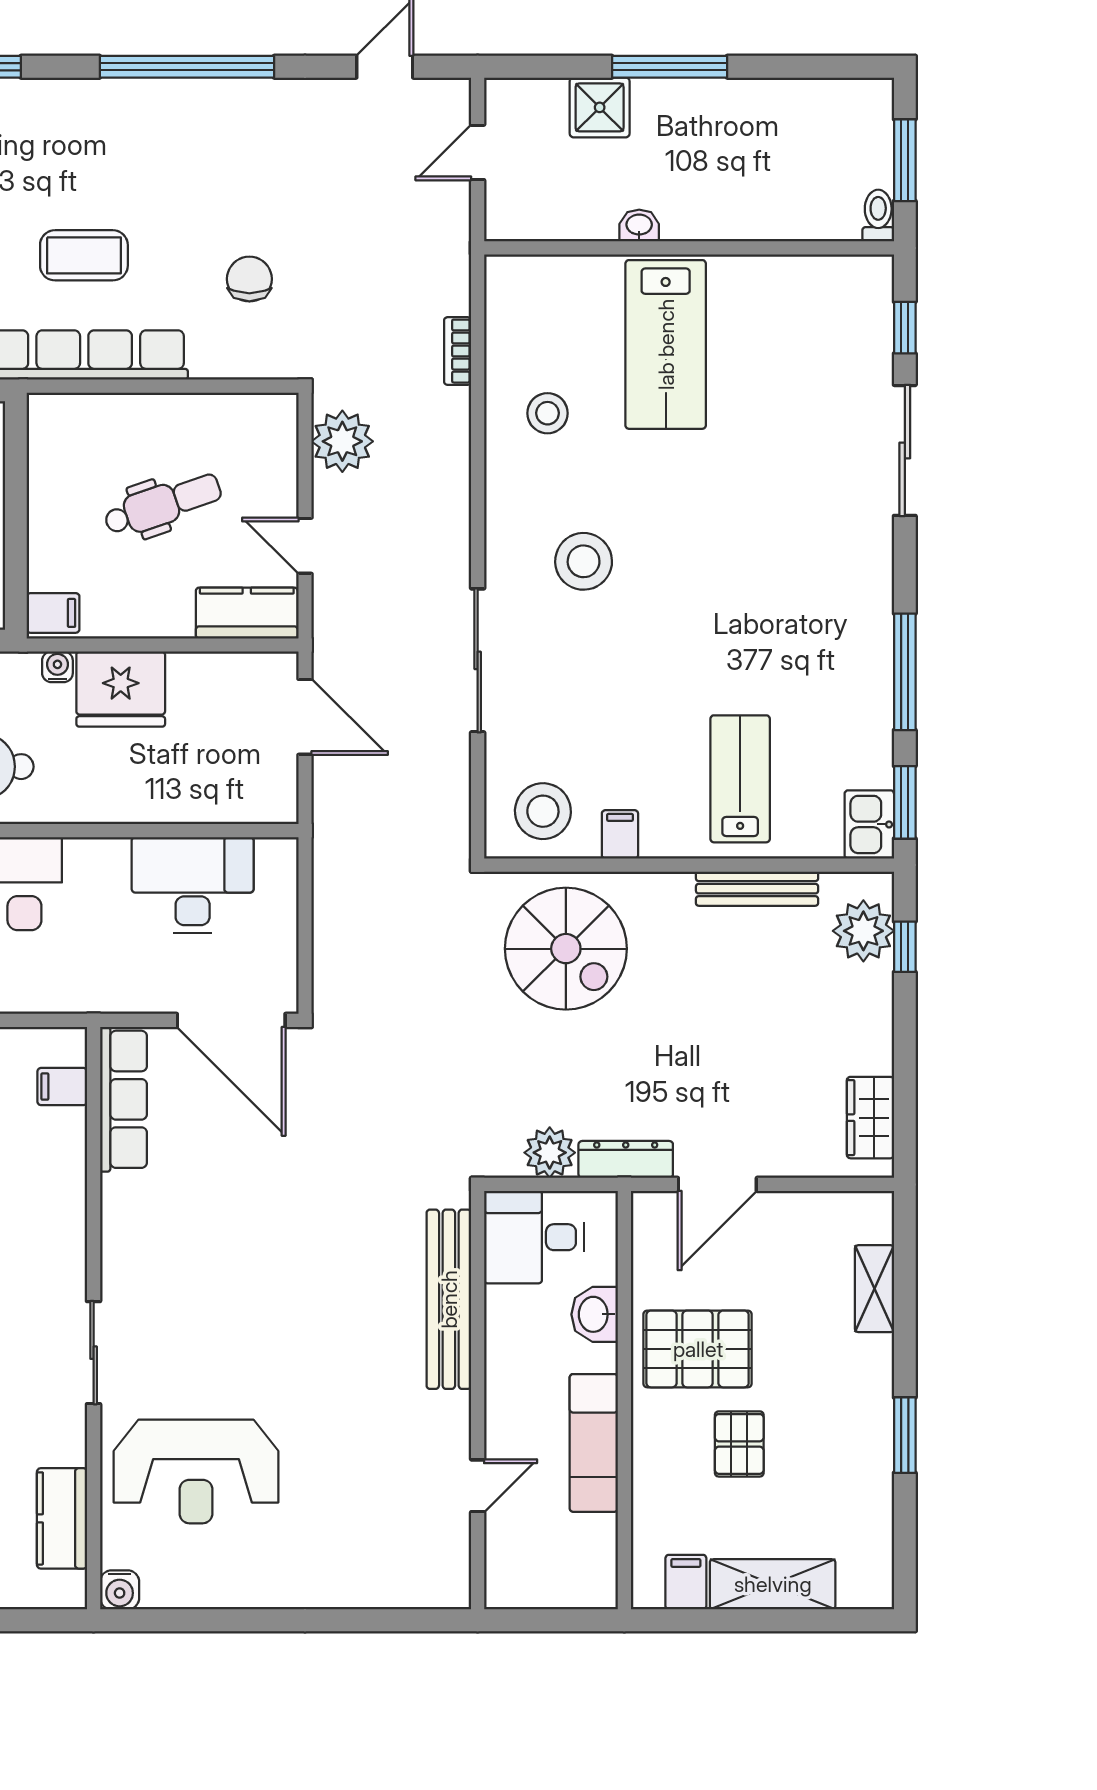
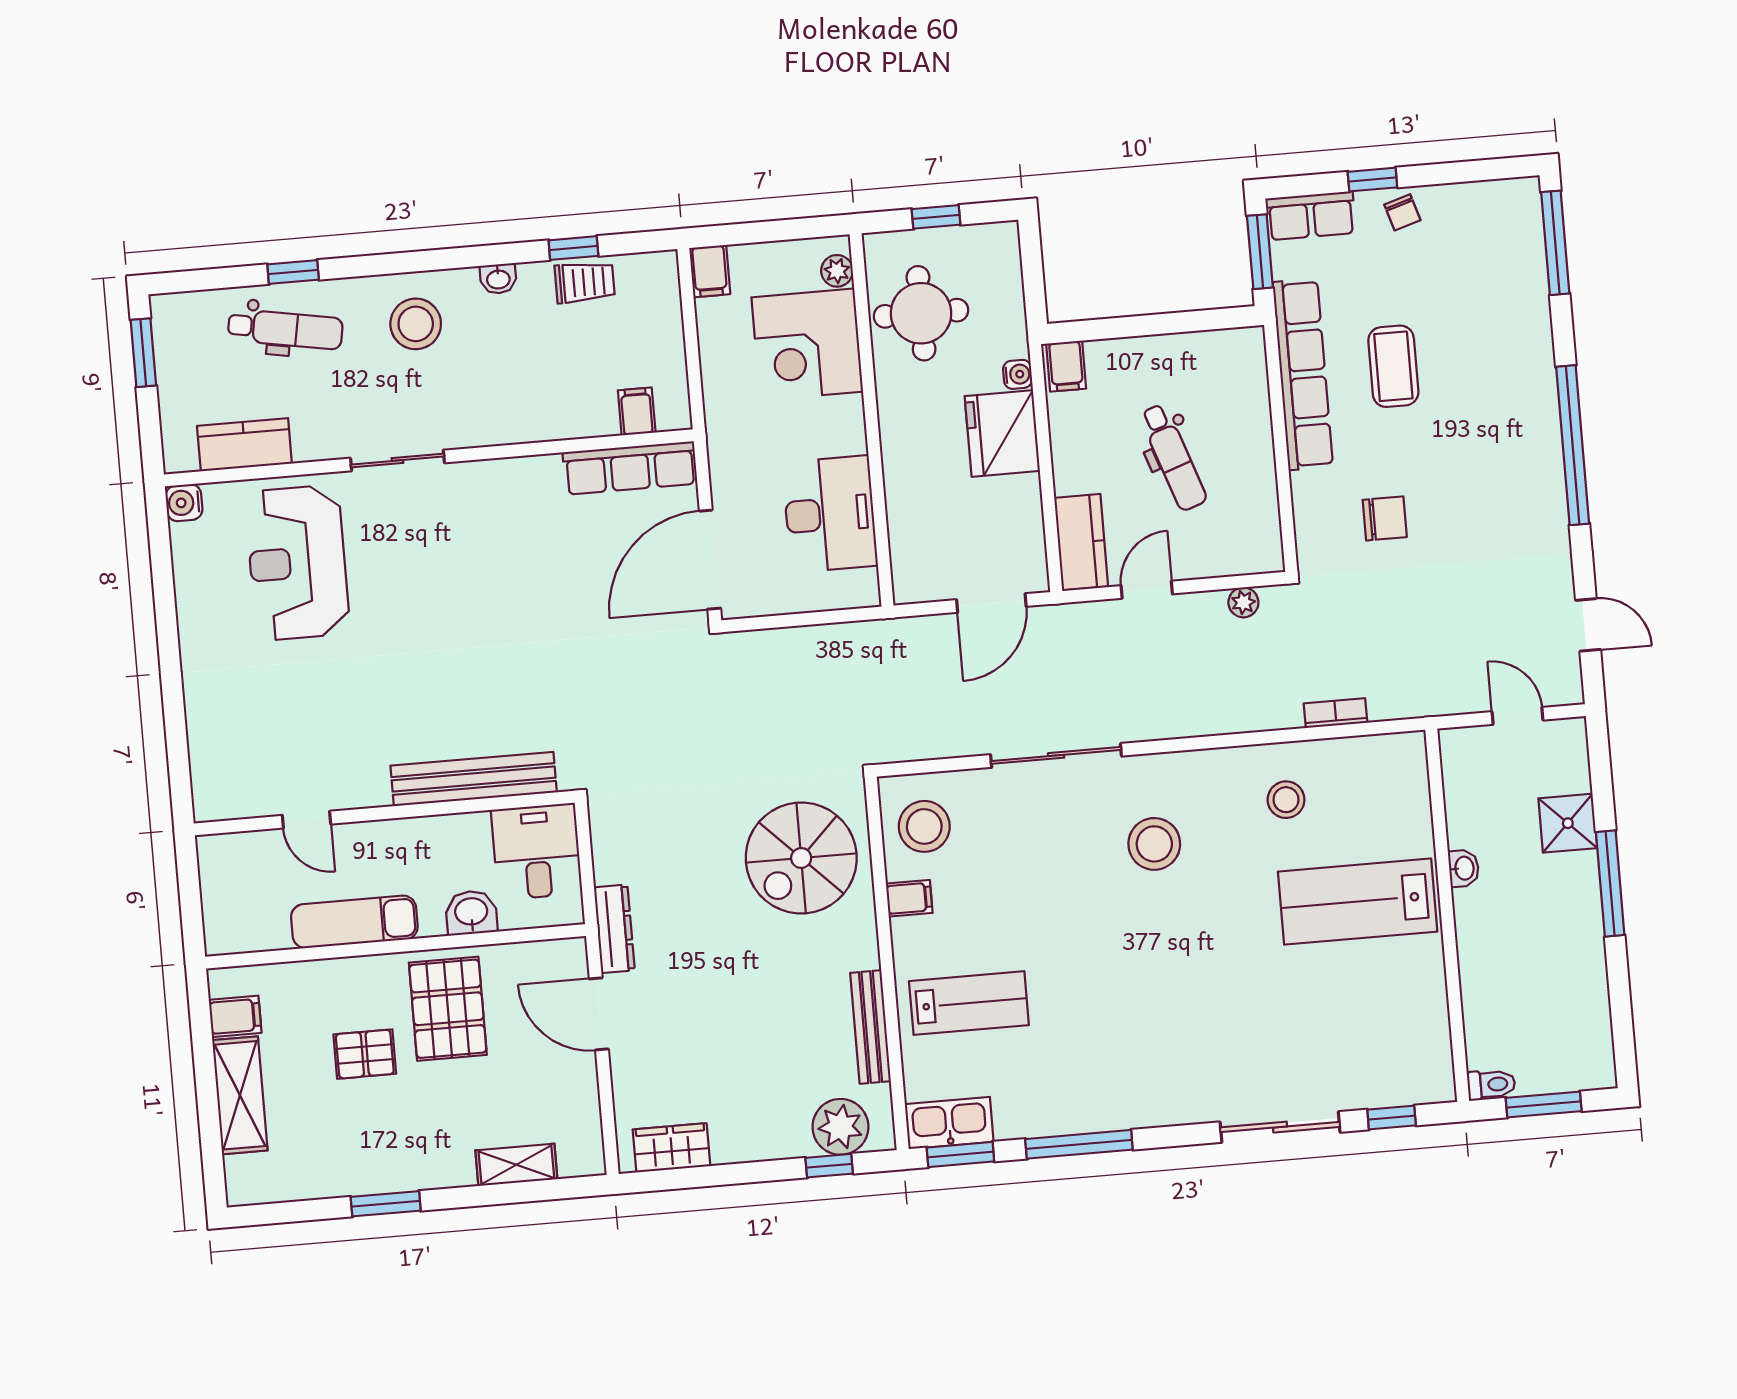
plant: (342, 441) -> (1243, 602), width x0.53, depth x0.53
kitchen sink: (869, 824) -> (949, 1123), width x1.38
plant: (550, 1153) -> (615, 859), removed

